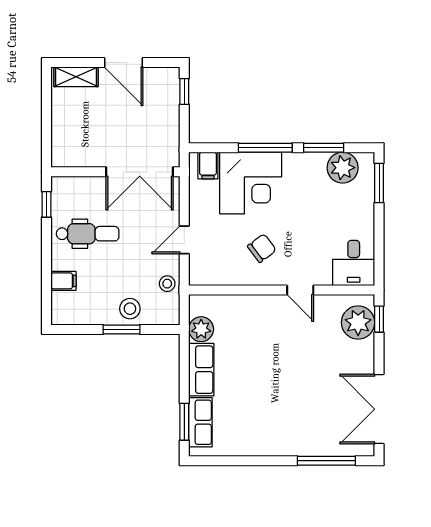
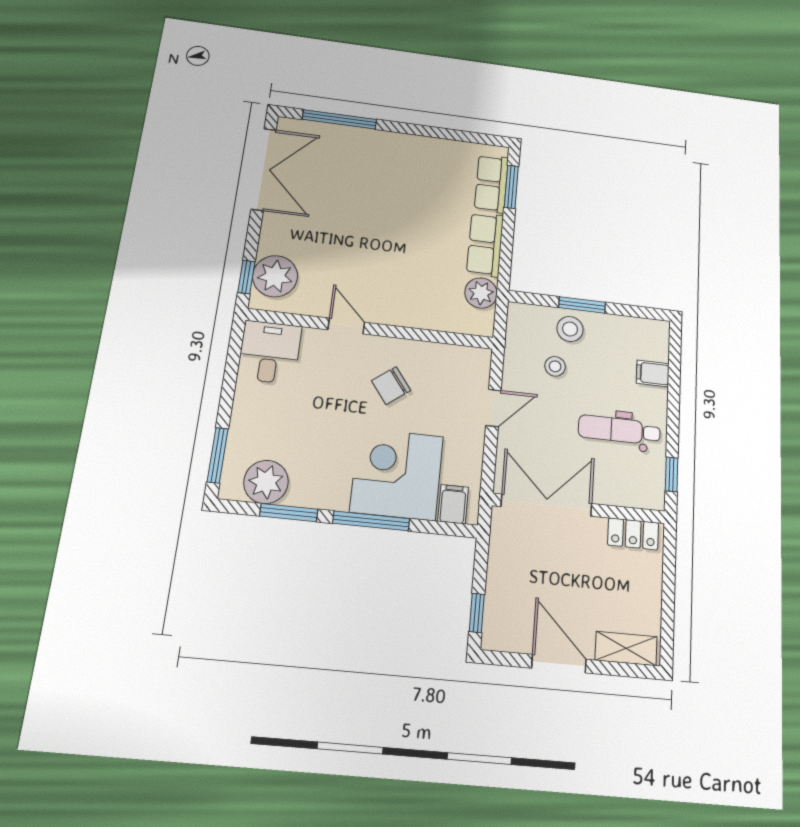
locker: (74, 157) -> (633, 534), added
stool: (167, 284) -> (555, 366), moved

